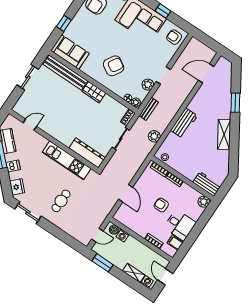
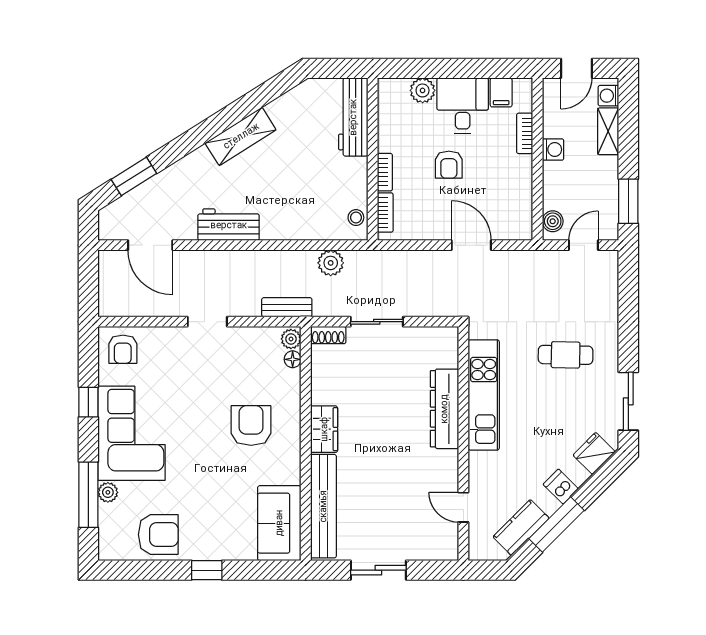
window: (64, 23) -> (207, 570), moved
armchair: (114, 66) -> (251, 426), turned 59
plant: (148, 85) -> (243, 339), removed
window: (235, 103) -> (134, 176), moved
workbench: (184, 123) -> (229, 225), moved
dresser: (87, 153) -> (444, 409), moved
workbench: (207, 184) -> (353, 117), width x1.38
door: (126, 193) -> (471, 245), hinge flipped
plant: (204, 202) -> (423, 90), moved
door: (97, 235) -> (583, 245), hinge flipped
washing machine: (123, 235) -> (553, 150), moved

